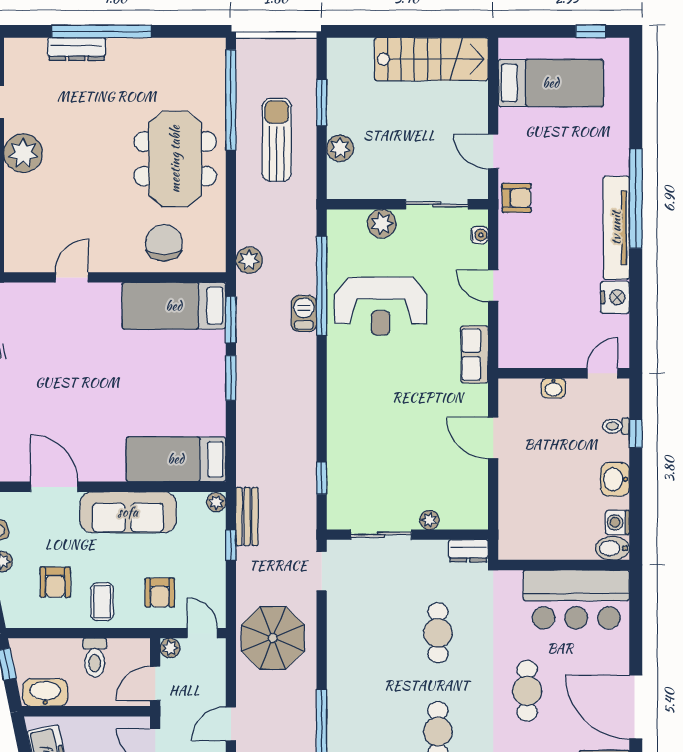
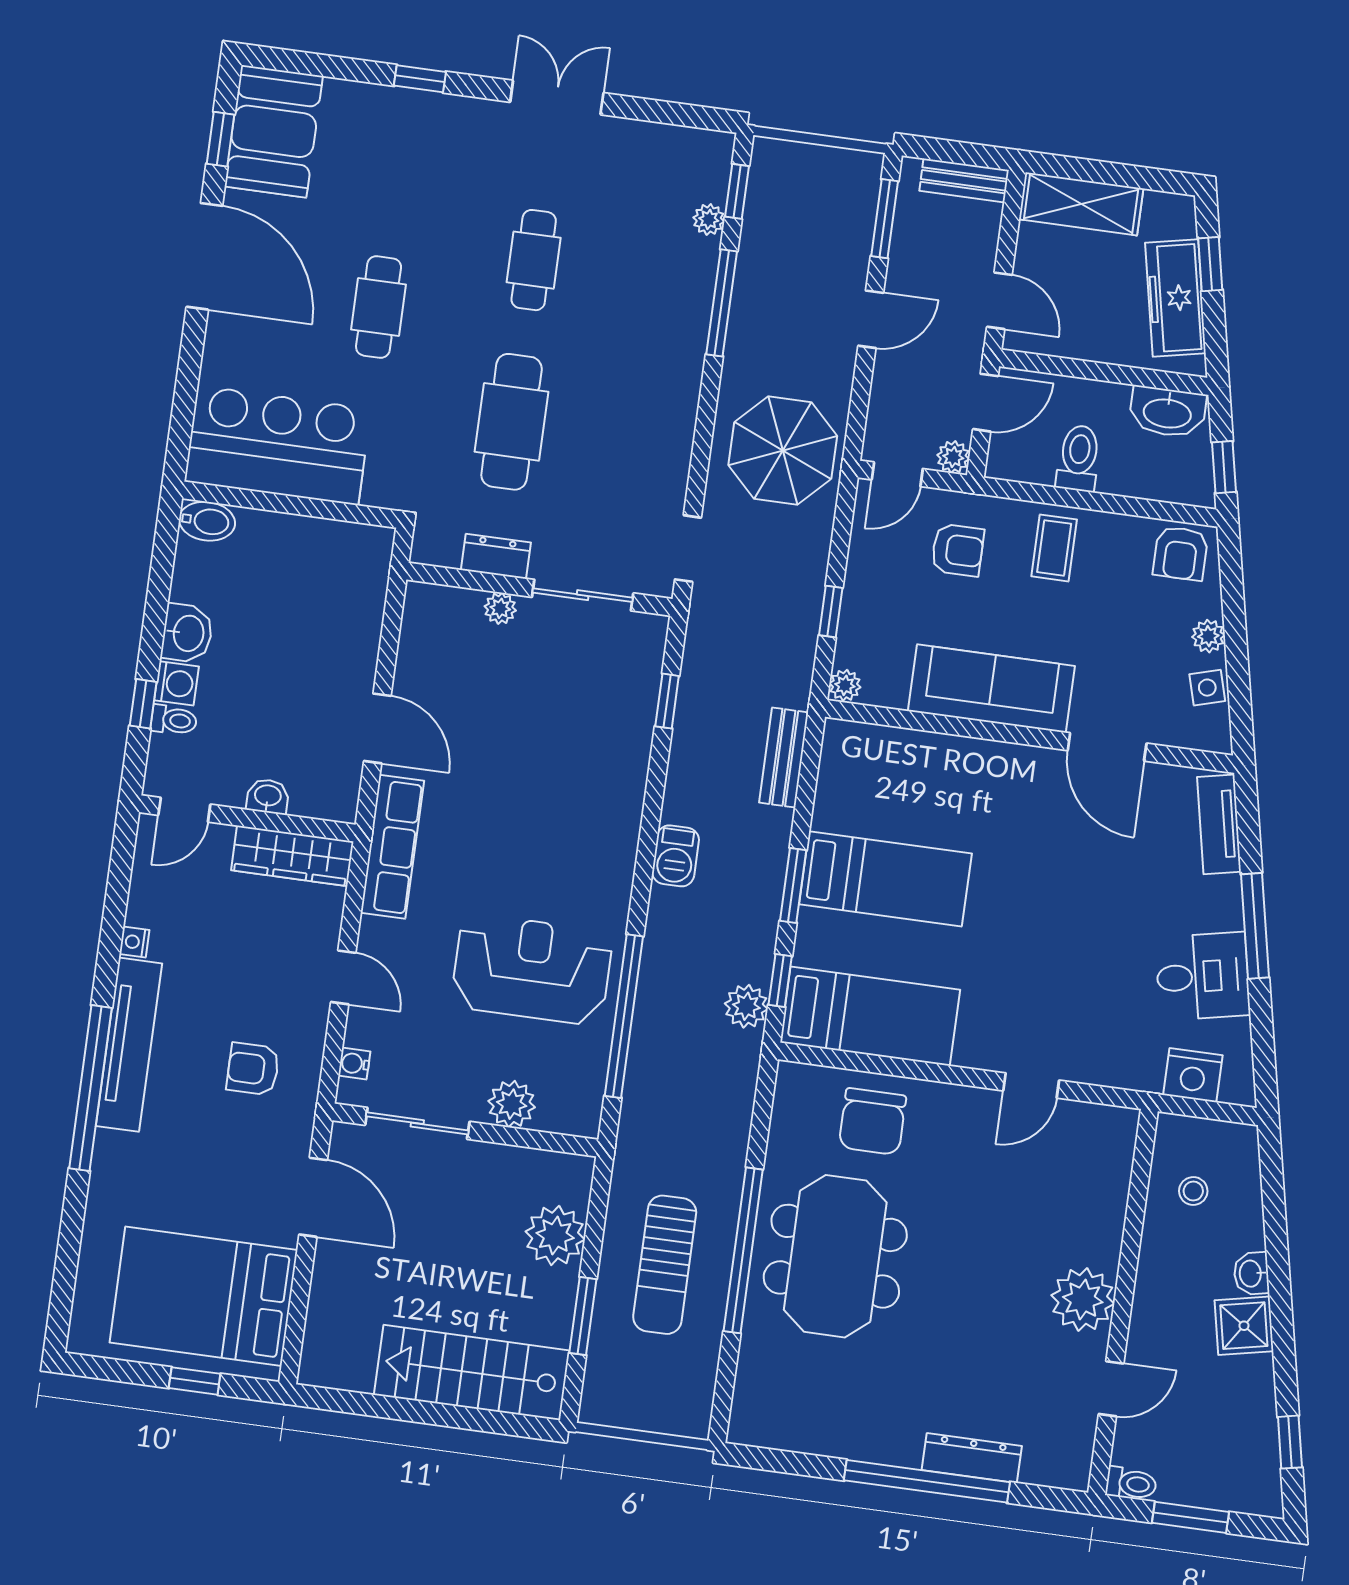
window: (591, 31) -> (195, 1381), moved
stairs: (431, 59) -> (472, 1373), moved
bed: (551, 83) -> (204, 1296), width x1.50
window: (231, 100) -> (743, 1250), moved
plant: (340, 148) -> (555, 1236), width x1.36, depth x1.36
door: (493, 151) -> (313, 1197), width x1.38
armchair: (517, 198) -> (253, 1069), moved
plant: (249, 260) -> (746, 1006), moved
nightstand: (615, 297) -> (134, 942), width x0.53, depth x0.56
barbecue: (304, 313) -> (676, 856), moved
window: (231, 320) -> (780, 981), width x0.67
row of seats: (474, 354) -> (392, 847), width x1.48
wardrobe: (534, 354) -> (292, 856), added
bed: (176, 459) -> (885, 879), moved
bench: (247, 516) -> (784, 758), moved
washing machine: (617, 522) -> (176, 683), moved
dresser: (468, 551) -> (496, 556), moved
armchair: (55, 582) -> (1181, 553), moved, turned 180
armchair: (160, 593) -> (958, 550), turned 90
door: (202, 633) -> (897, 474), hinge flipped
cafe table: (438, 633) -> (512, 422), width x1.37, depth x1.35

